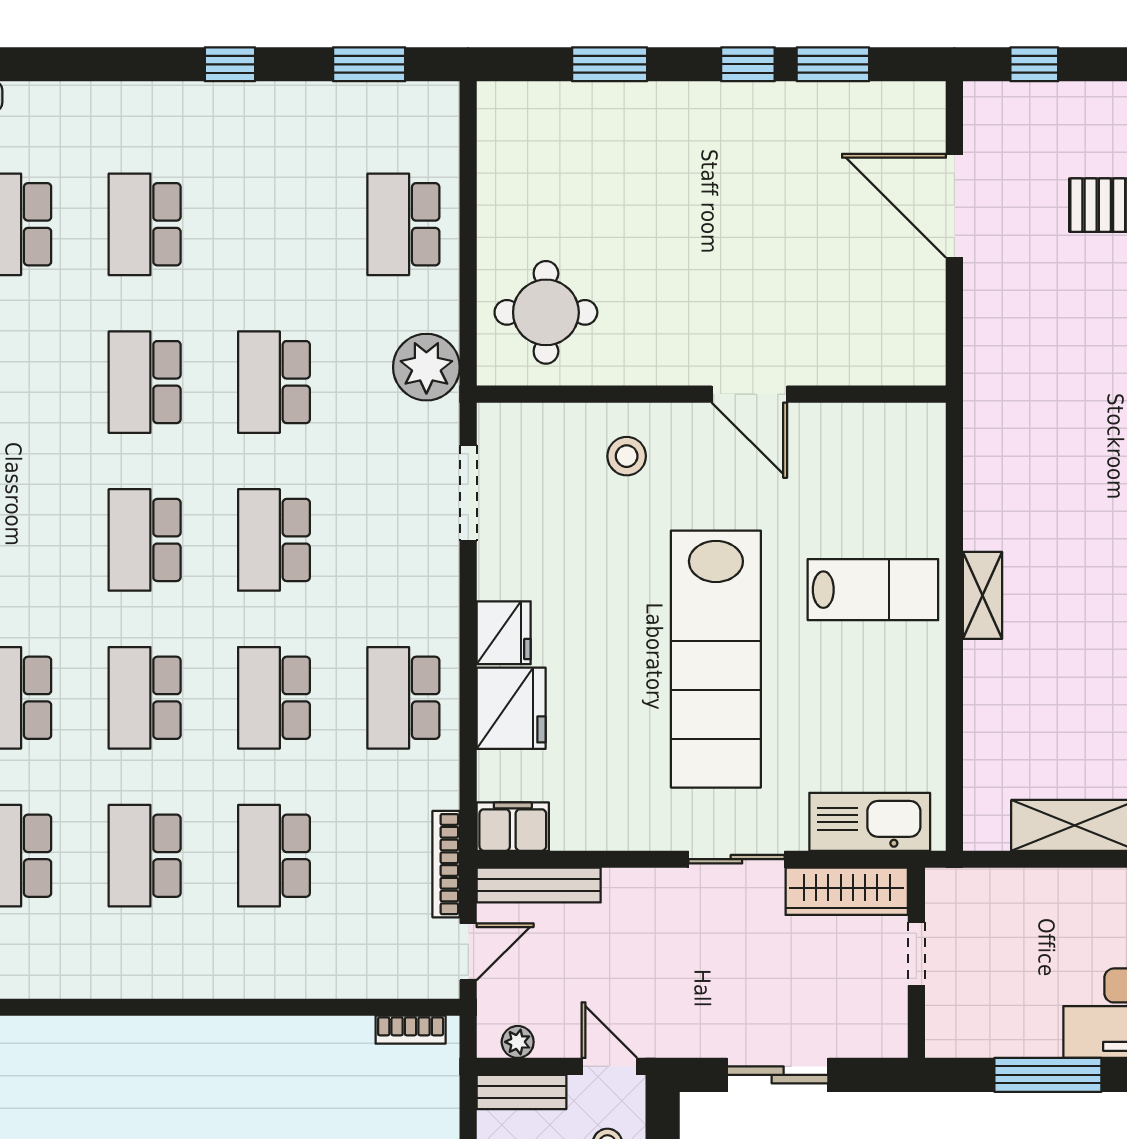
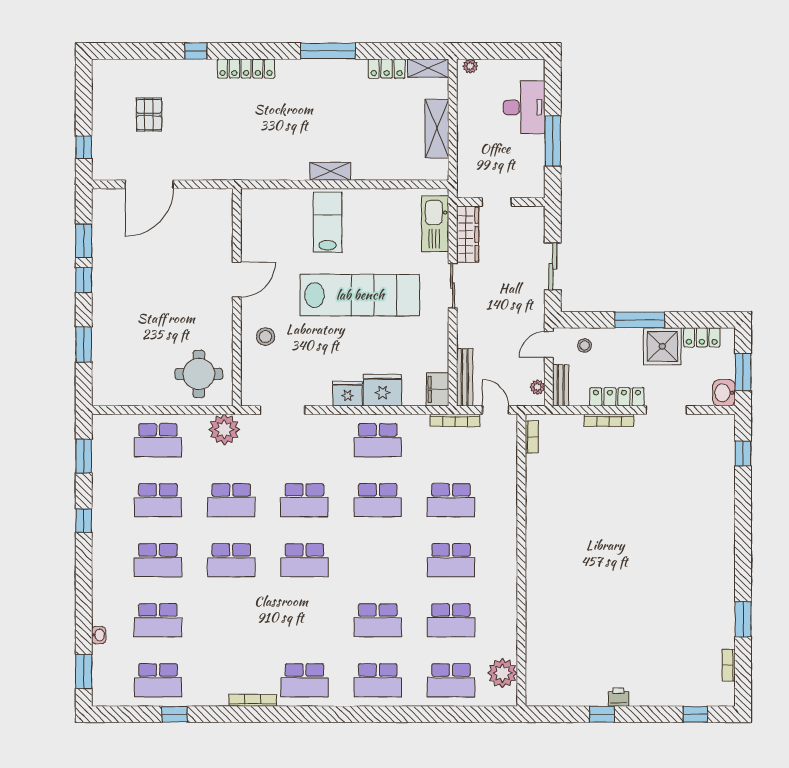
school desk: (145, 698) -> (158, 500), moved

